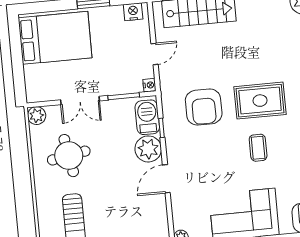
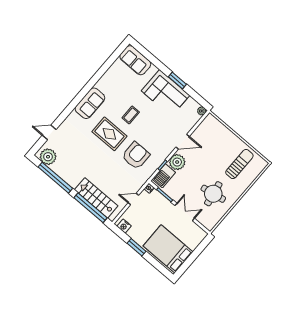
plant: (37, 116) -> (209, 224), removed

